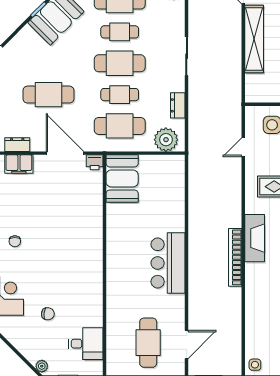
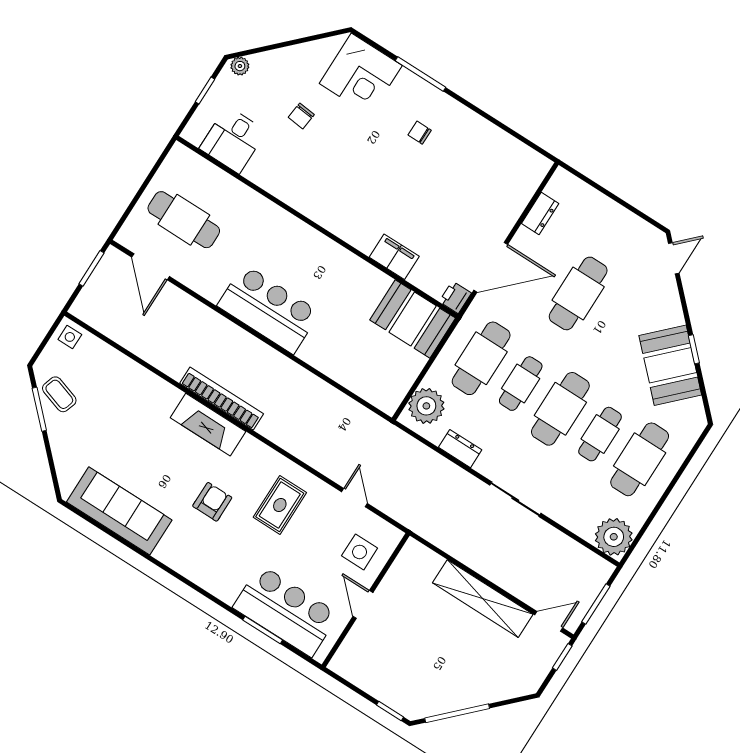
filing cabinet: (19, 164) -> (394, 257), moved, turned 90
fireplace: (255, 238) -> (208, 425), moved

